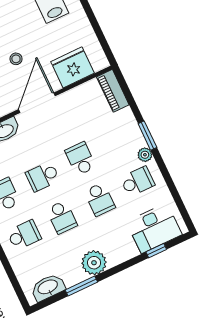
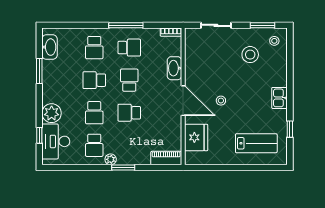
school desk: (80, 159) -> (129, 113), turned 180
school desk: (100, 199) -> (94, 113), turned -90
plant: (94, 263) -> (52, 113), moved

